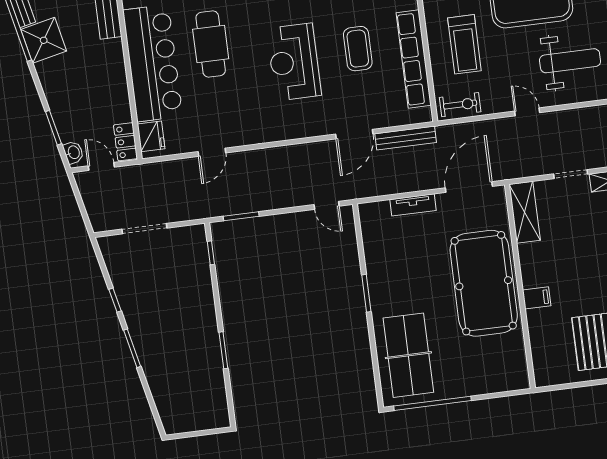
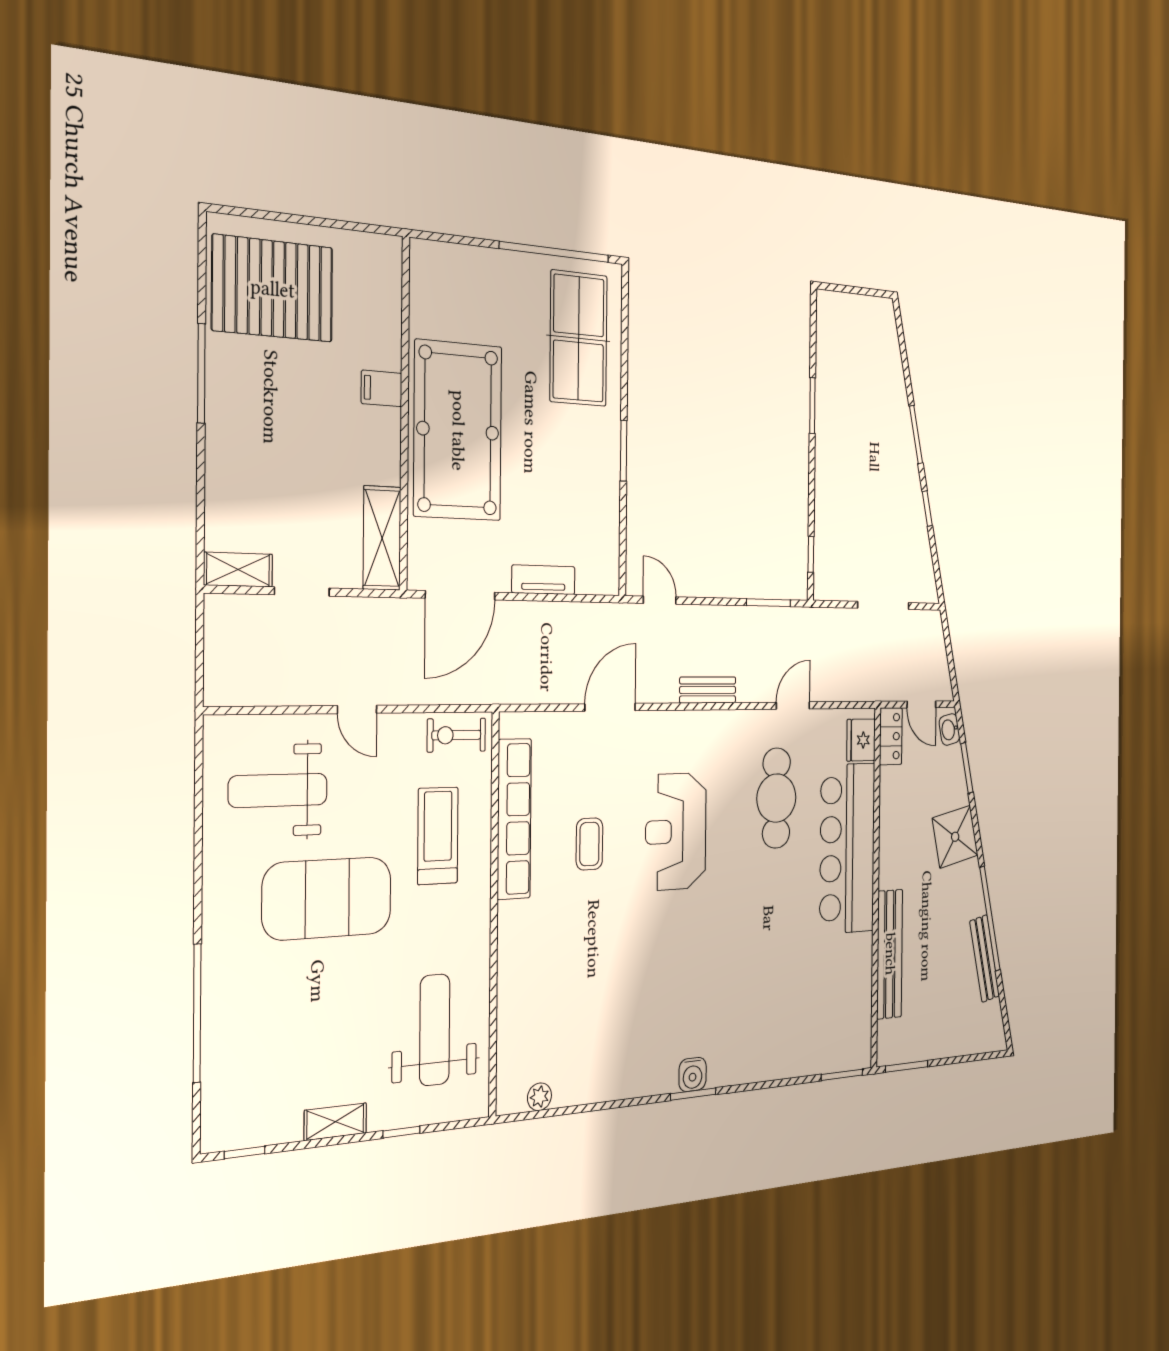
shower: (44, 40) -> (955, 837), moved
cafe table: (211, 44) -> (776, 798), moved
coffee table: (358, 49) -> (589, 844), width x0.73, depth x0.77
reception desk: (294, 62) -> (676, 831), turned 180
bench: (406, 138) -> (708, 690), moved, width x0.73

